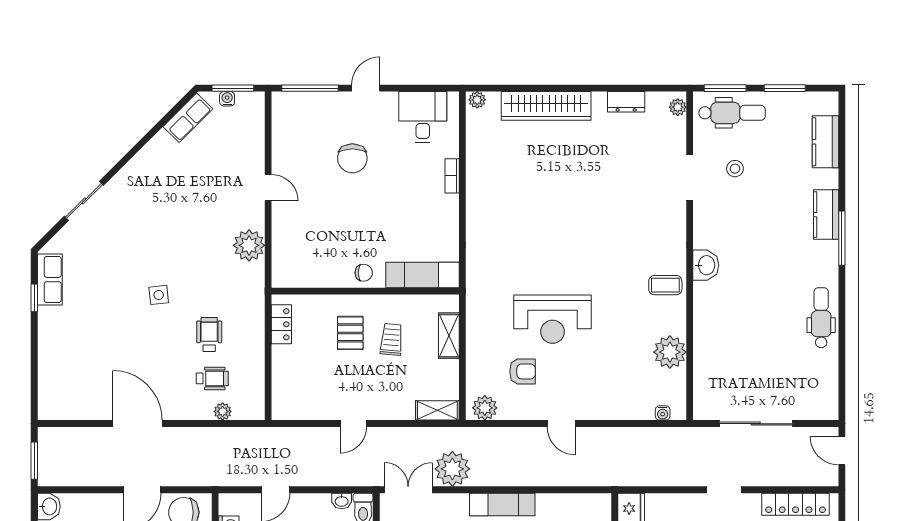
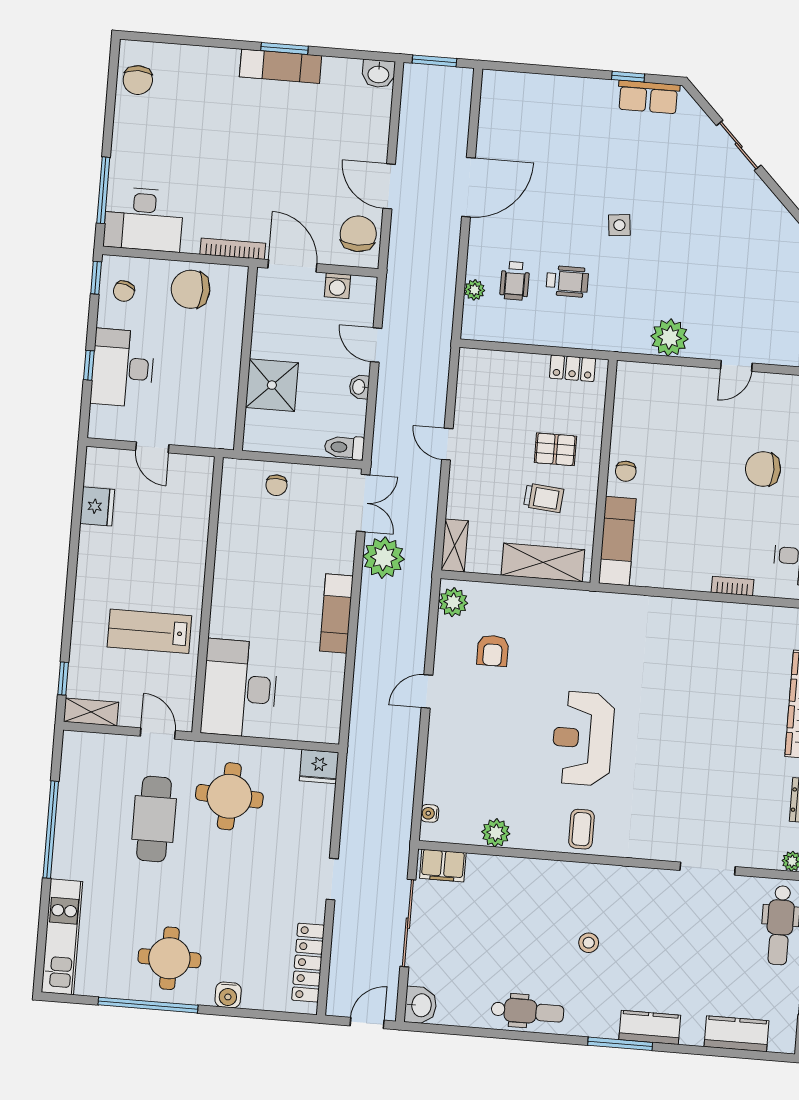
stool: (735, 169) -> (589, 943), moved
washbasin: (706, 265) -> (421, 1005), moved, turned -90
reception desk: (552, 319) -> (583, 738), moved
shelving: (449, 336) -> (543, 562), width x1.50, depth x1.33
plant: (670, 352) -> (496, 833), width x0.73, depth x0.73
filing cabinet: (705, 398) -> (443, 866), added
washbasin: (342, 501) -> (359, 387), moved

